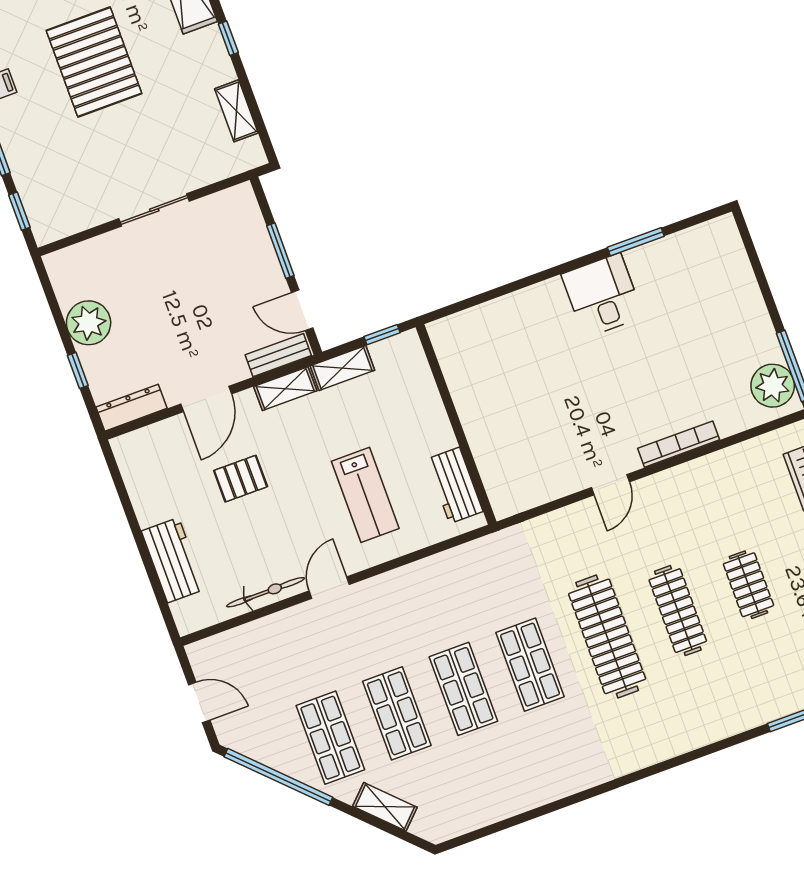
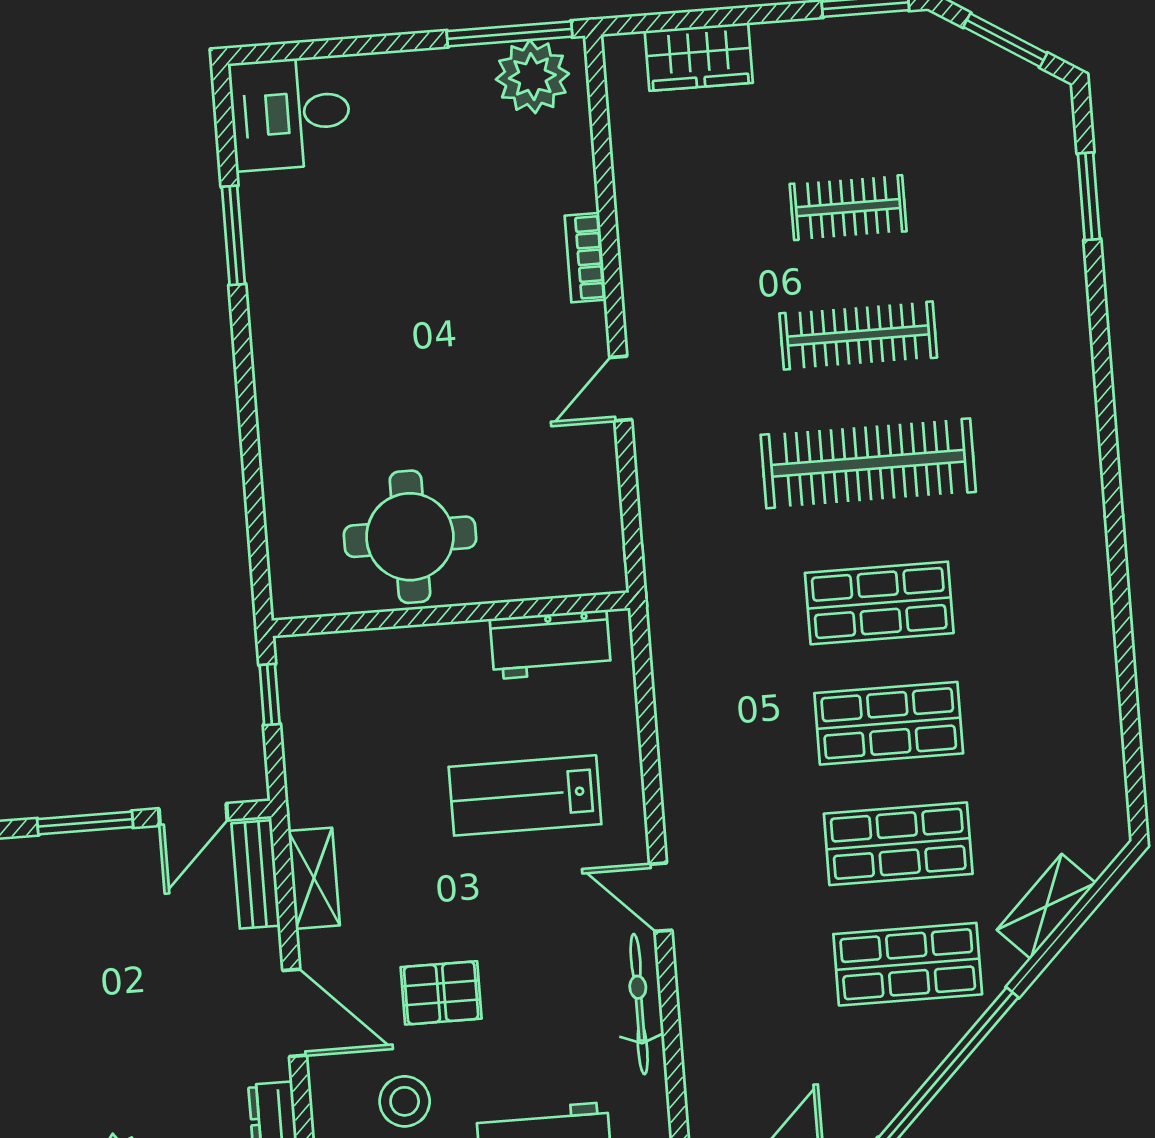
desk: (602, 295) -> (290, 113), moved
shelving: (342, 368) -> (306, 775), removed
round table: (493, 389) -> (410, 537), added
bookcase: (679, 444) -> (585, 258), width x0.64
stool: (173, 475) -> (405, 1101), added
pallet: (241, 479) -> (441, 993), turned 90
door: (610, 485) -> (621, 388), swing flipped
lab bench: (365, 495) -> (525, 795), turned 180

